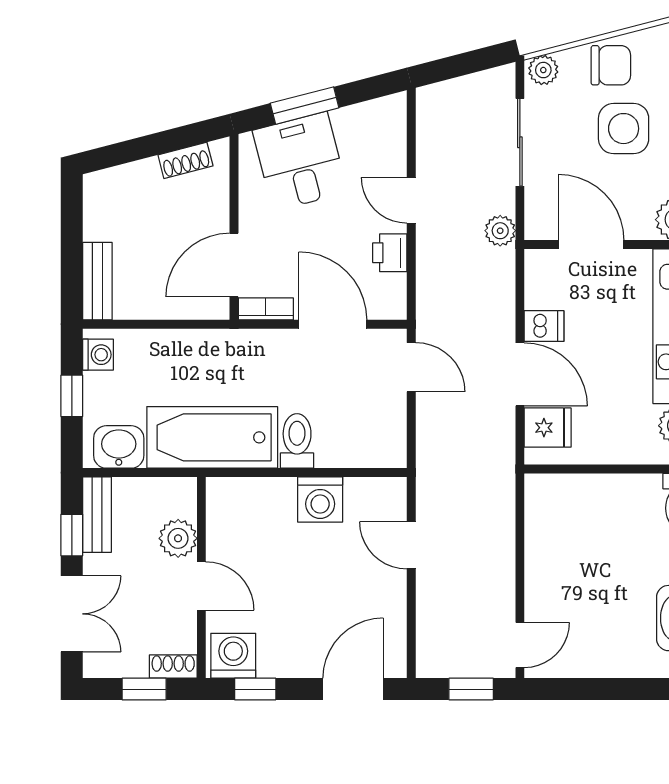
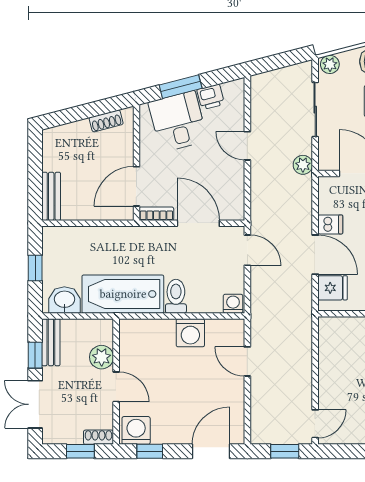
printer: (390, 253) -> (211, 97), moved, turned -105
washing machine: (98, 355) -> (233, 304), moved, turned -90
double door: (72, 614) -> (35, 404), swing flipped

